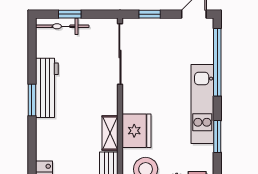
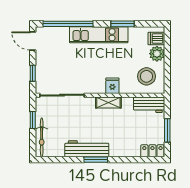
window: (70, 14) -> (33, 120), moved
fridge: (137, 131) -> (112, 86), width x0.53, depth x0.75
shelving: (110, 133) -> (108, 102), moved

